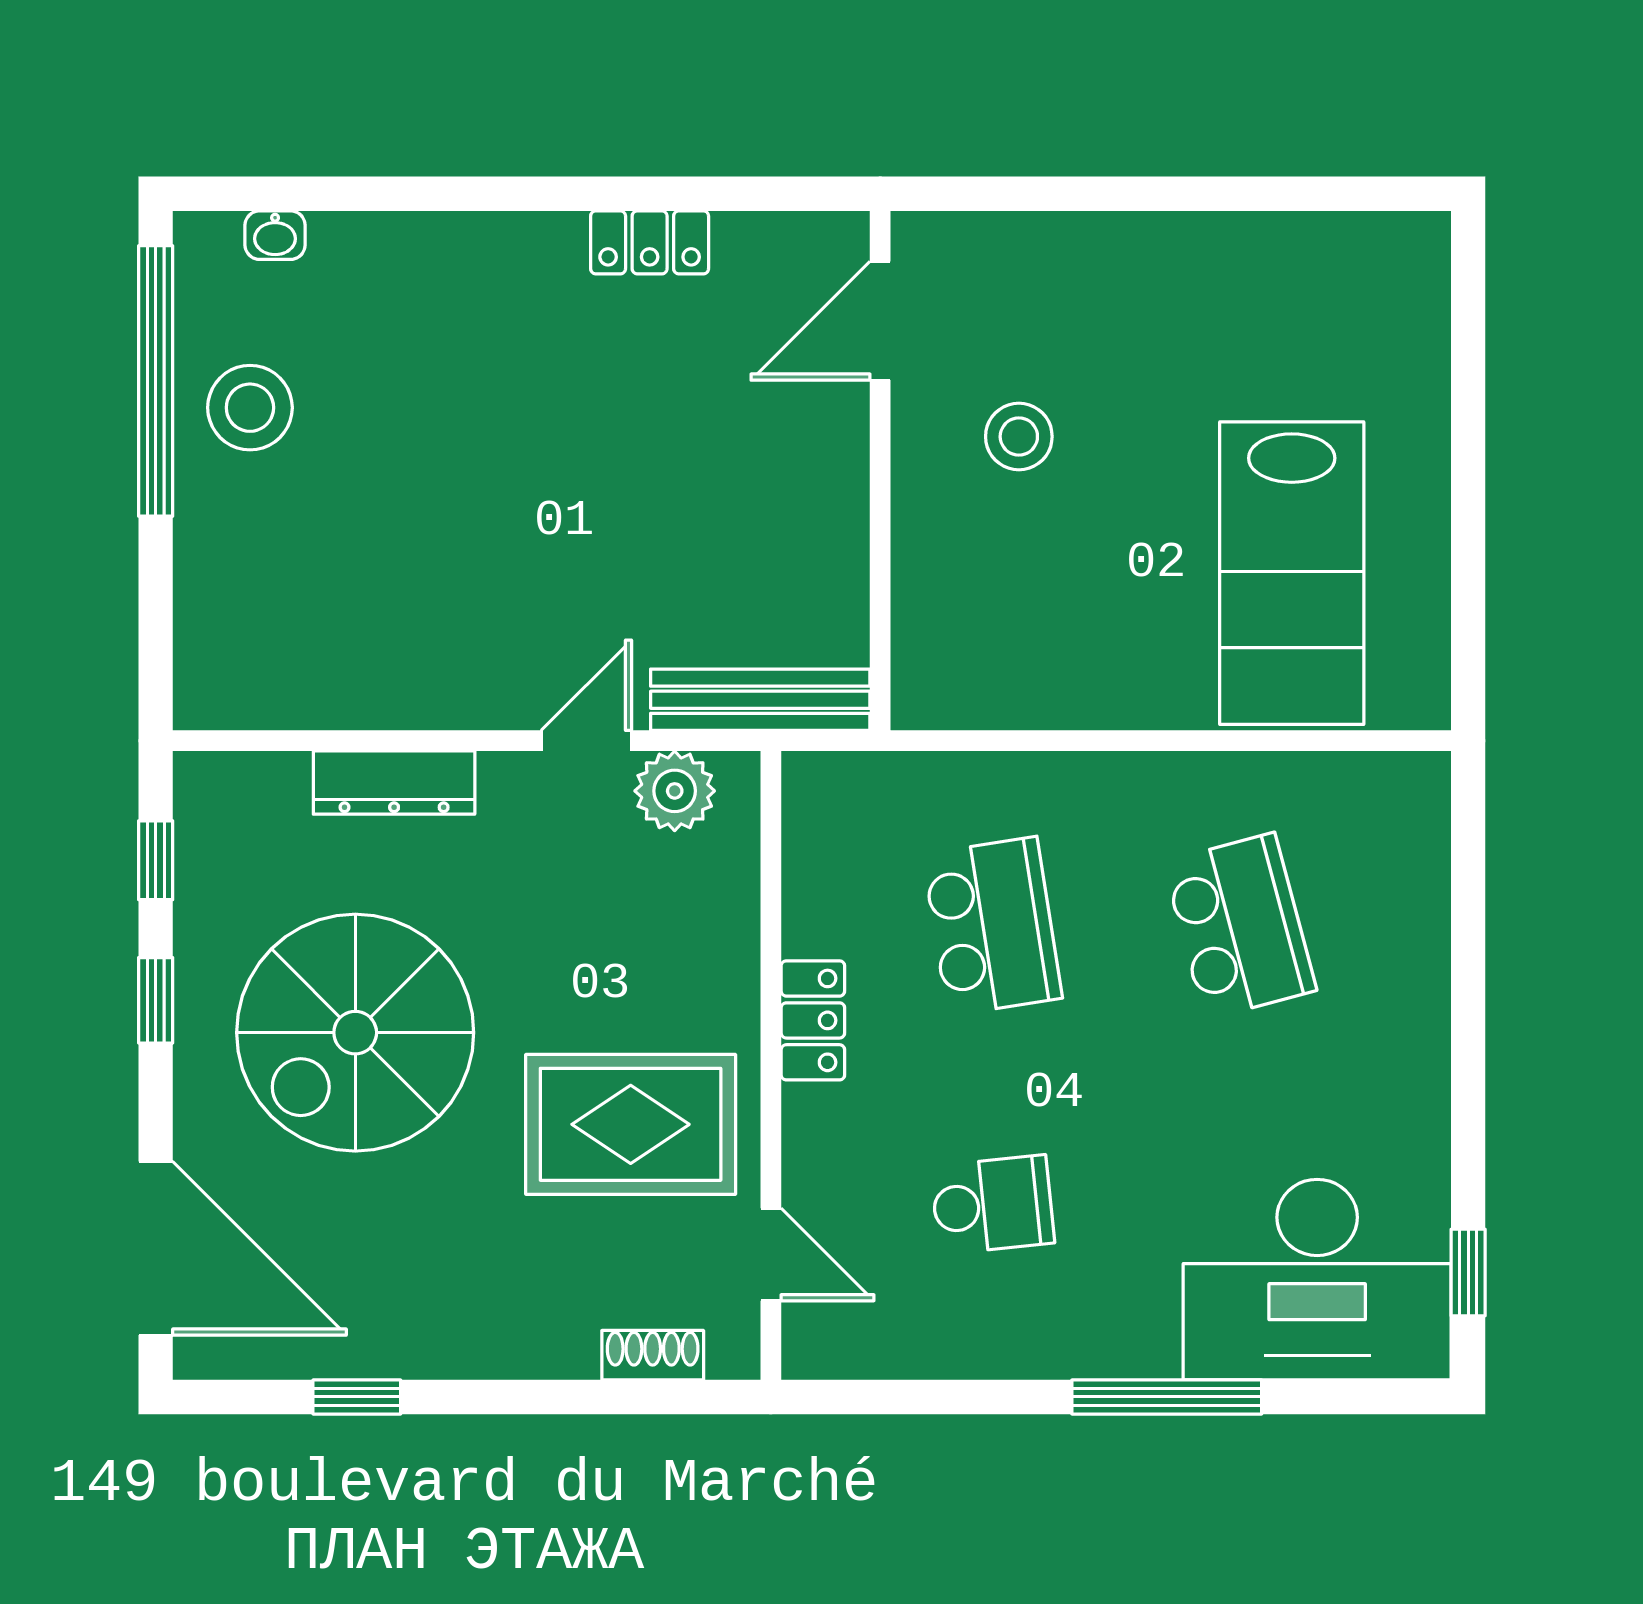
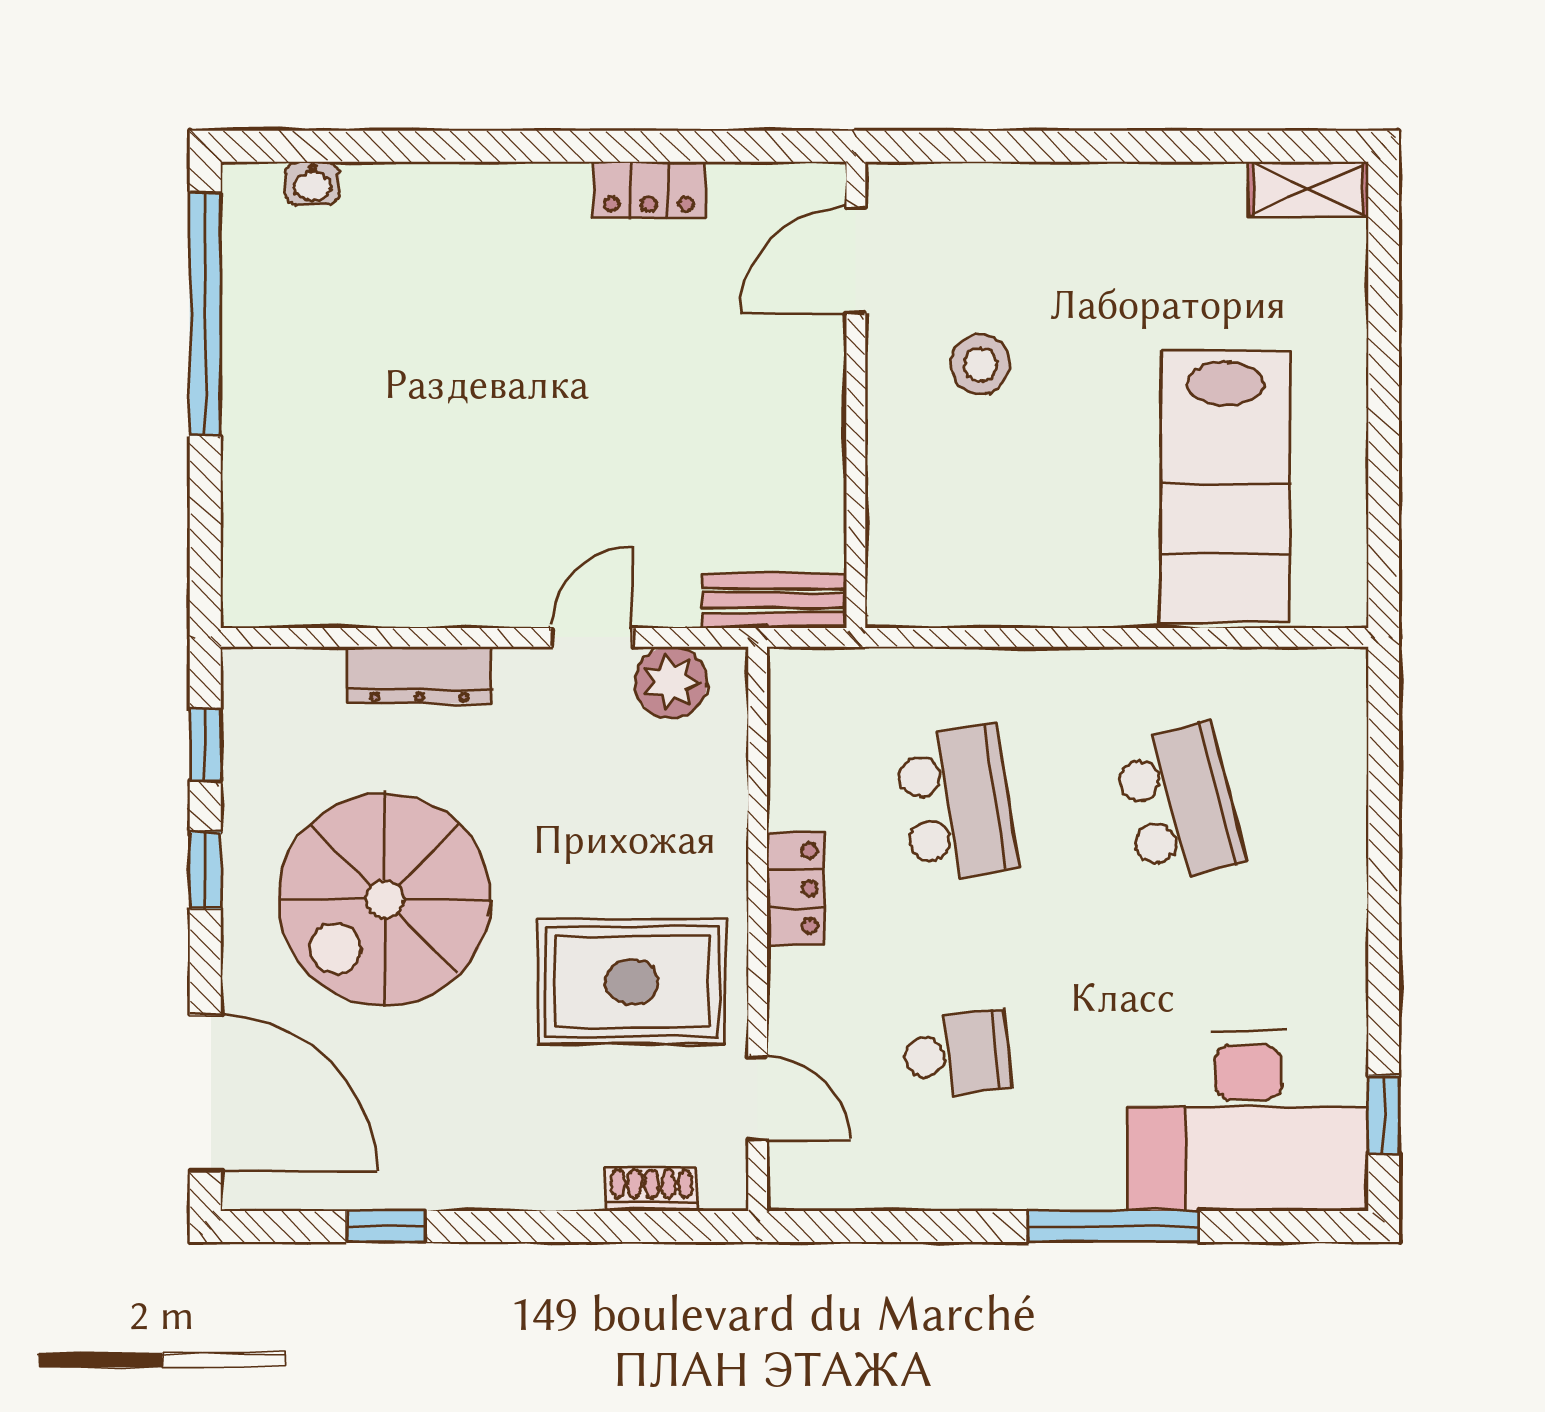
shelving: (1384, 241) -> (1308, 189), added
stool: (250, 408) -> (290, 338), removed
bench: (760, 700) -> (774, 601), width x0.73

